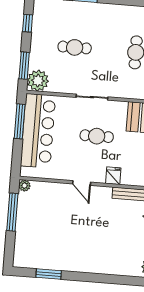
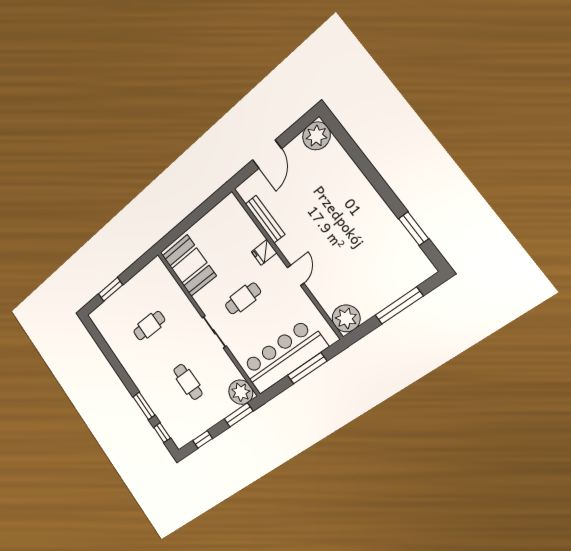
window: (20, 121) -> (307, 368), moved
cafe table: (97, 136) -> (243, 299), turned 90
plant: (25, 186) -> (346, 318), width x1.87, depth x1.87
window: (12, 212) -> (399, 306), moved

